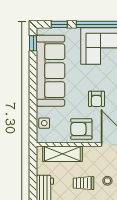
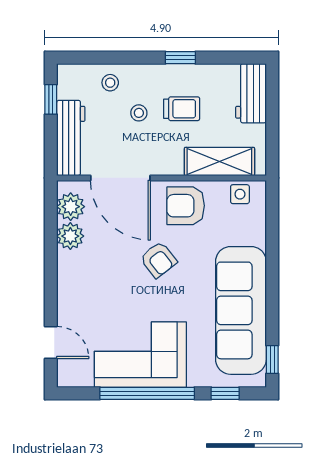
armchair: (96, 99) -> (158, 260), turned 142
side table: (44, 123) -> (240, 194), moved
armchair: (81, 129) -> (186, 206), turned 180

